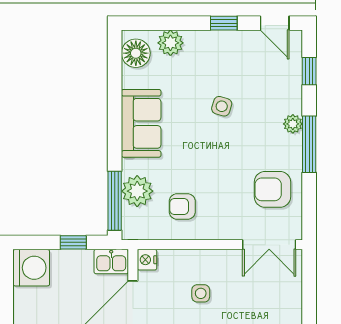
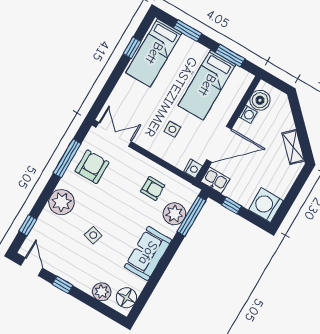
plant: (293, 124) -> (61, 202), width x1.88, depth x1.88
window: (309, 144) -> (67, 158), moved
armchair: (272, 189) -> (92, 167), turned -90

